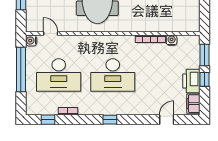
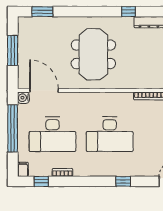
door: (51, 34) -> (44, 90), width x1.87
filing cabinet: (31, 108) -> (23, 169), added
window: (110, 120) -> (123, 181), moved

